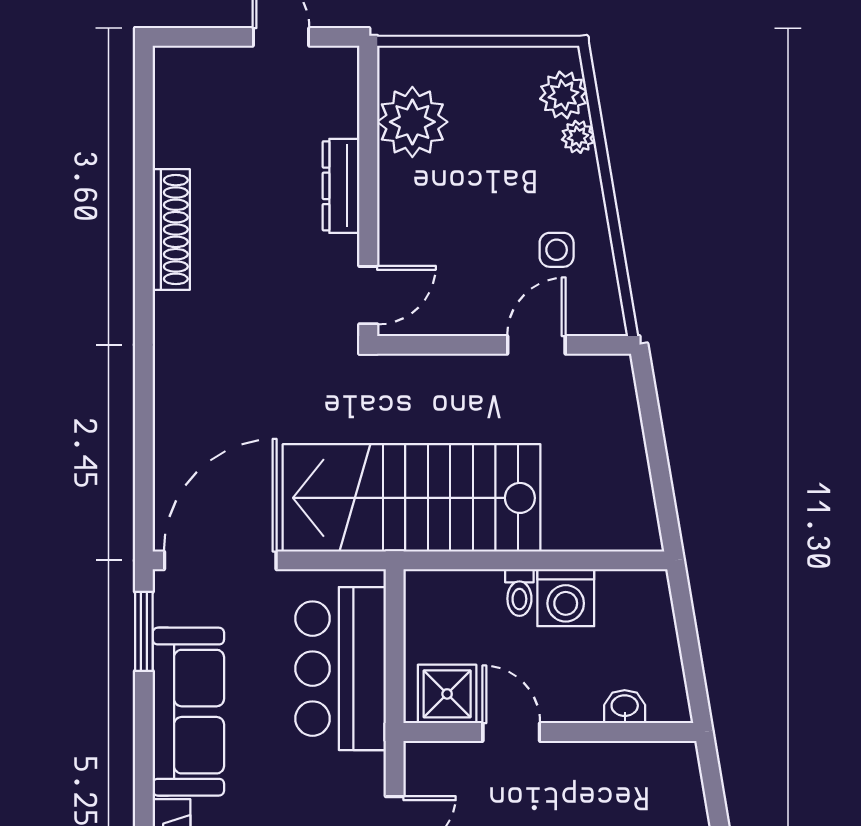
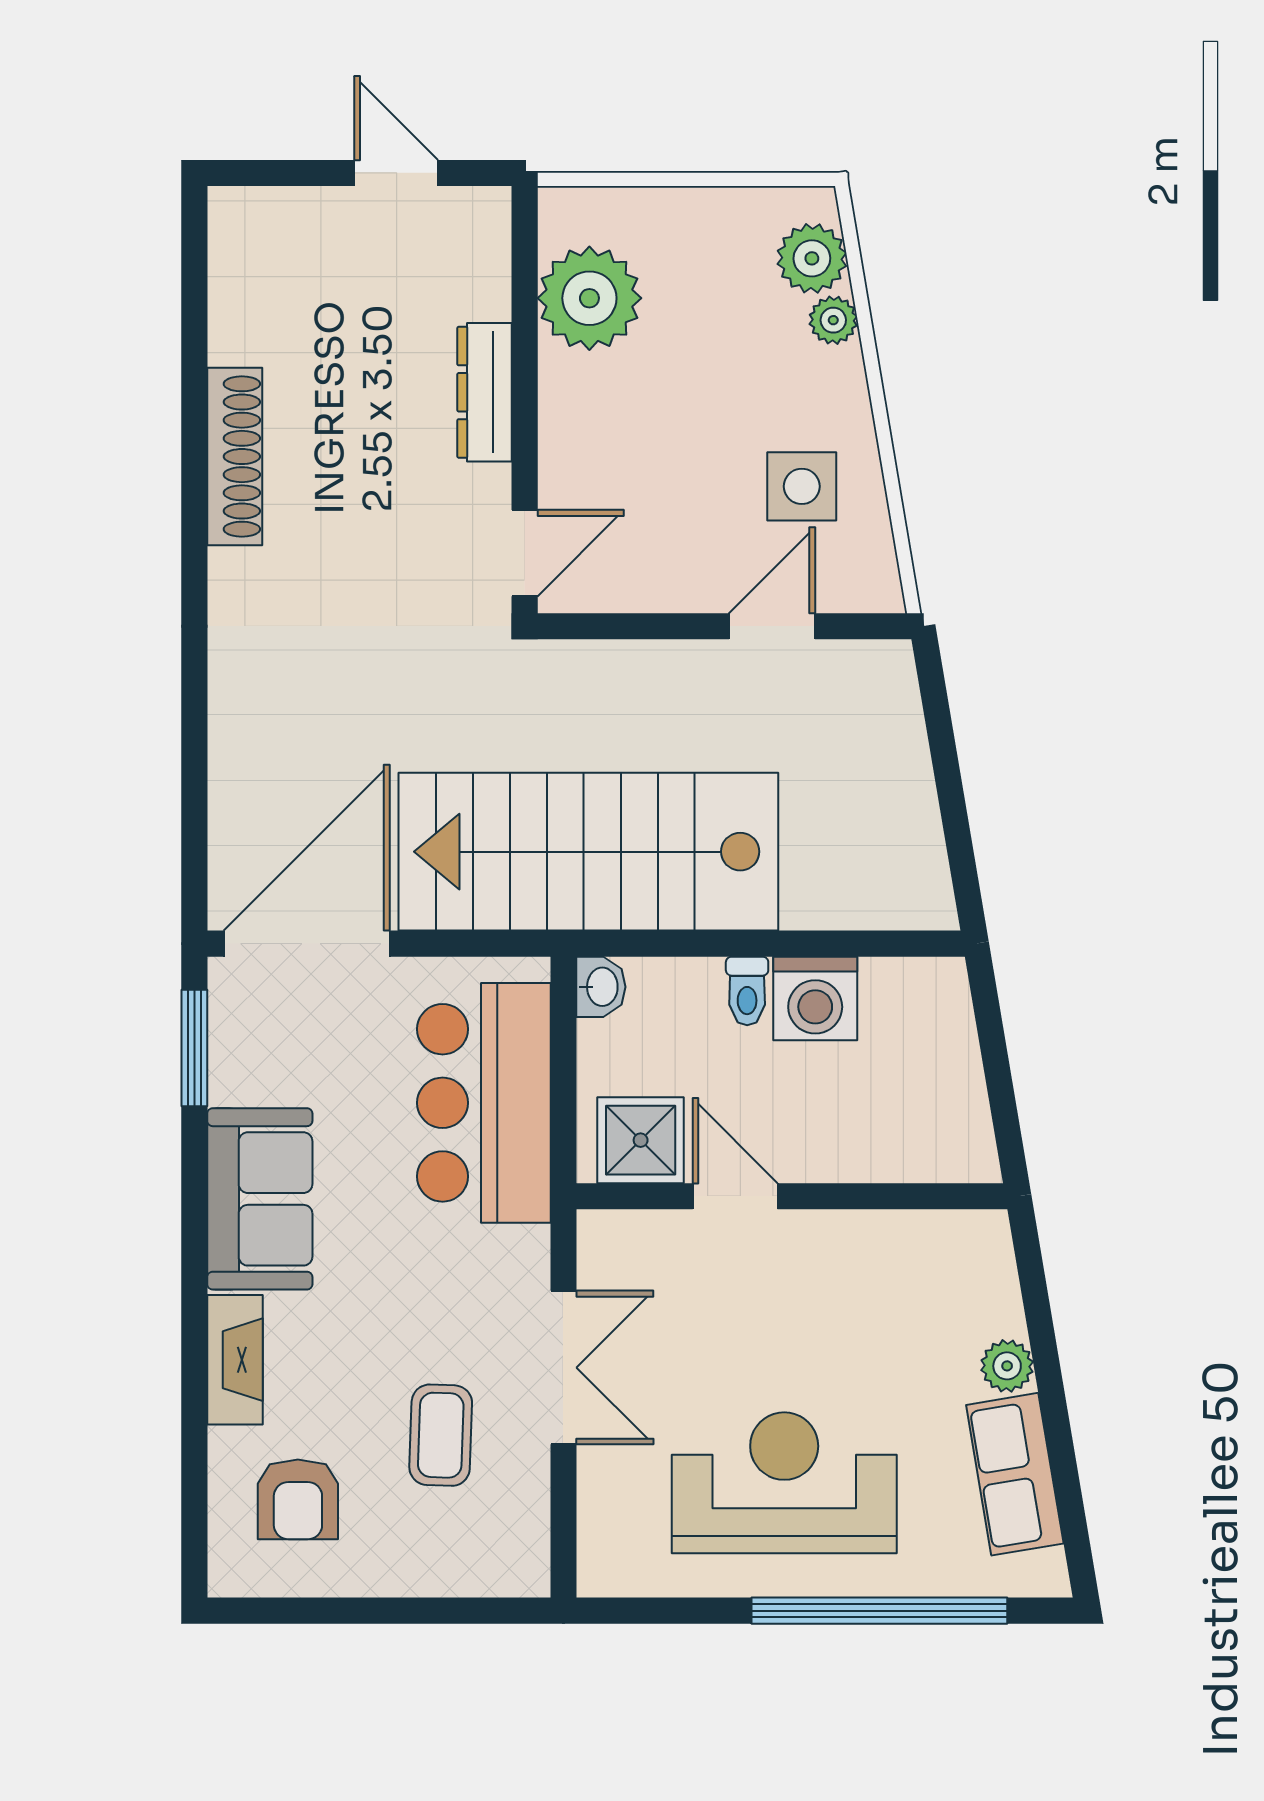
side table: (557, 250) -> (802, 486), width x1.37, depth x1.37
washbasin: (625, 707) -> (601, 987), moved, turned 90
sofa: (188, 712) -> (260, 1199), width x0.73

